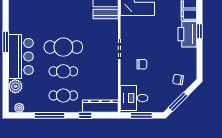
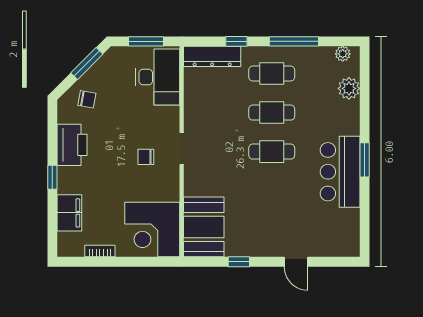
printer: (187, 34) -> (72, 145), moved
cafe table: (63, 47) -> (272, 152), width x0.73, depth x0.74
bar counter: (21, 56) -> (340, 172), moved
chair: (142, 64) -> (146, 157), moved
desk: (134, 98) -> (158, 77), width x1.37

